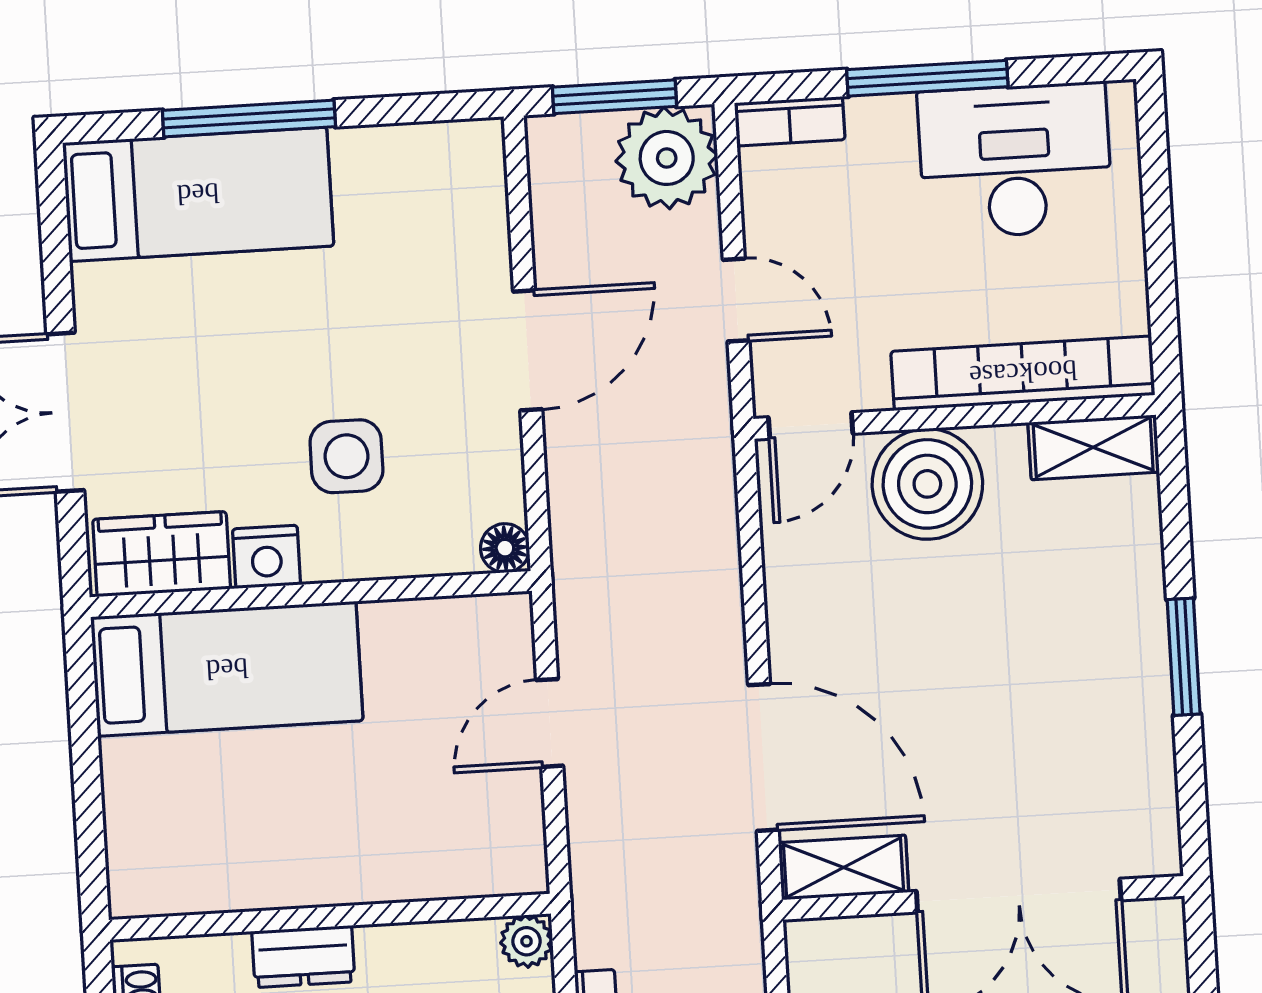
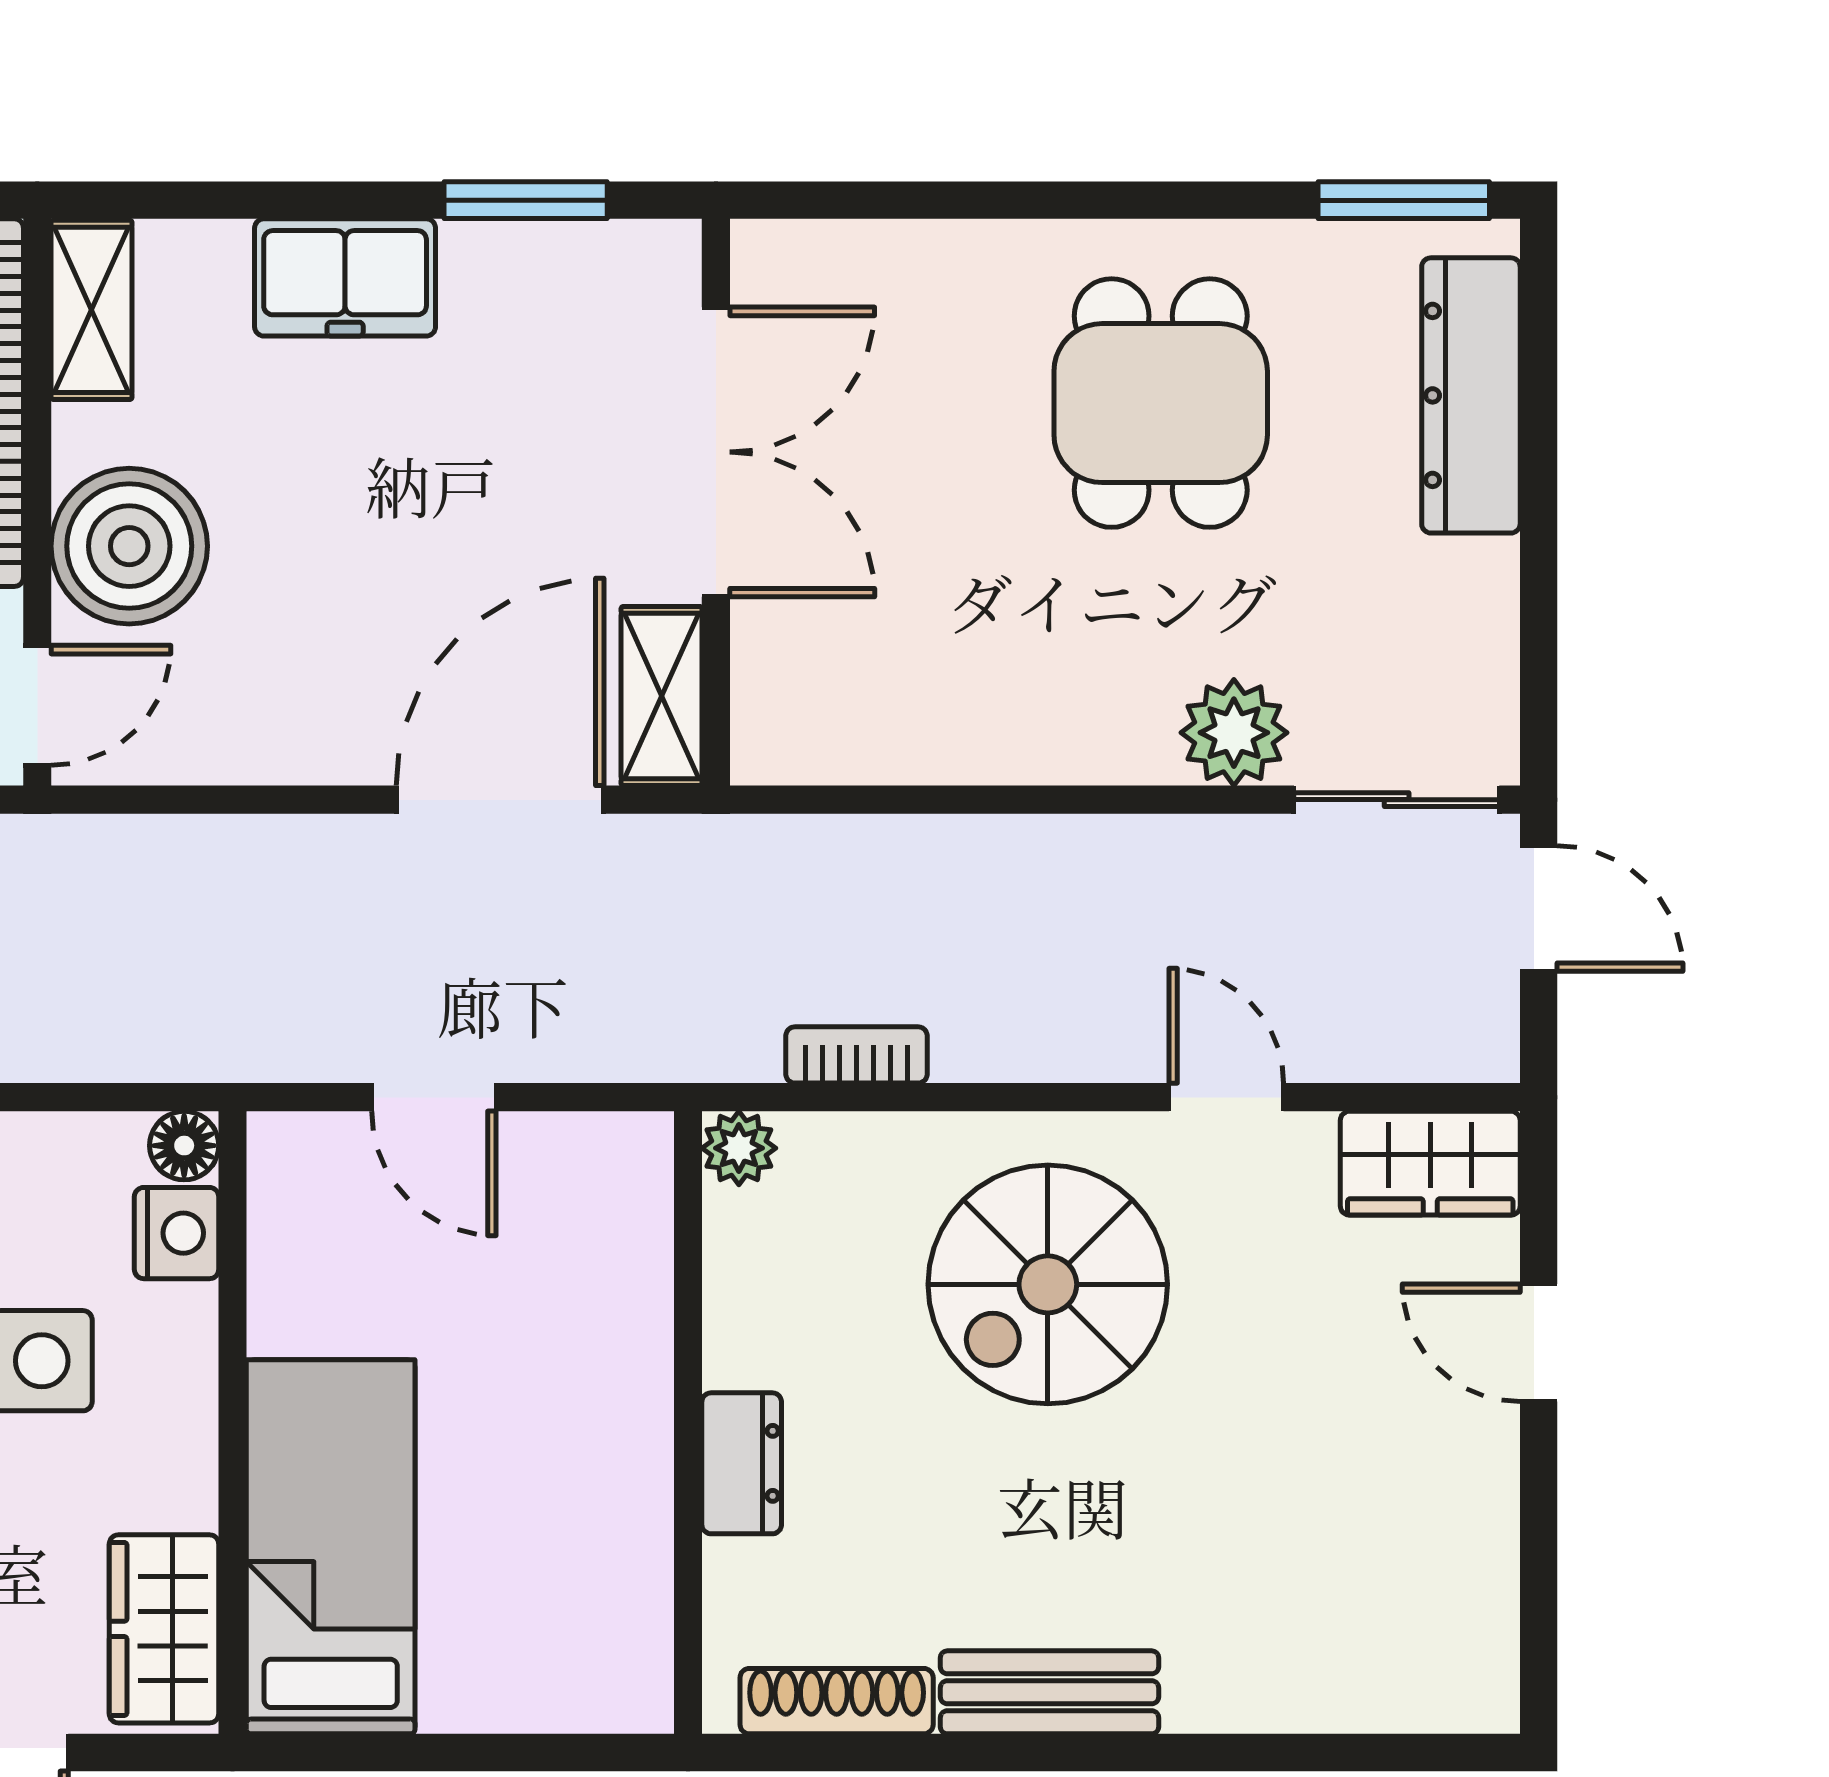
door: (811, 426) -> (37, 705), hinge flipped
nightstand: (267, 557) -> (177, 1233), moved
freezer: (1127, 626) -> (345, 277), added
window: (1184, 657) -> (526, 200), moved

